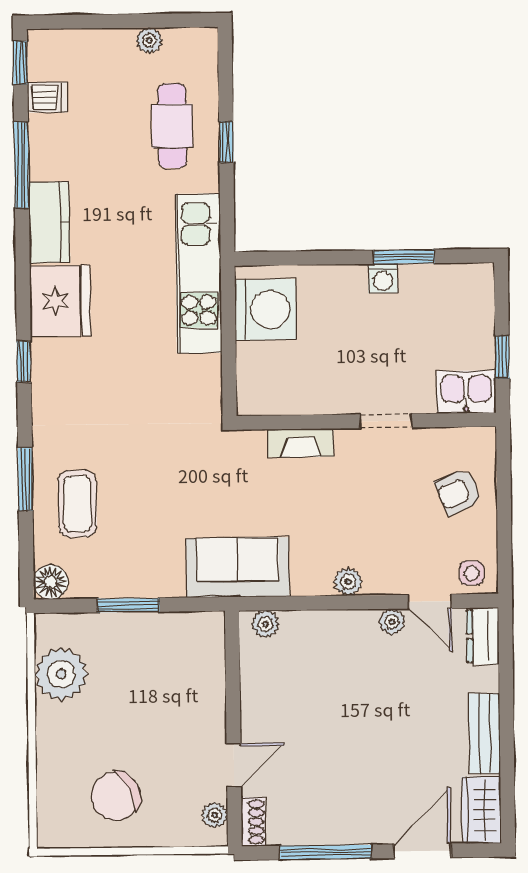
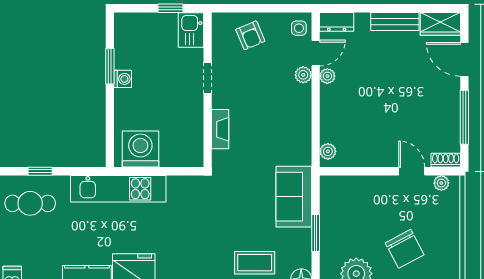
sofa: (238, 567) -> (294, 197), moved
plant: (348, 582) -> (303, 75), moved
chair: (116, 796) -> (405, 249), moved

